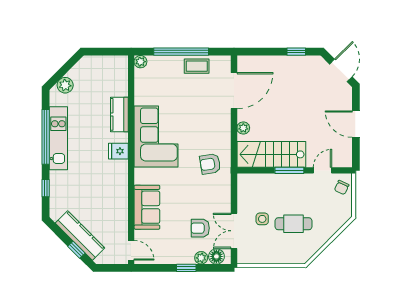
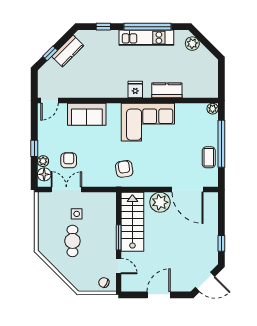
plant: (243, 128) -> (160, 202), width x1.87, depth x1.87
kitchen counter: (80, 236) -> (68, 51), width x0.67

